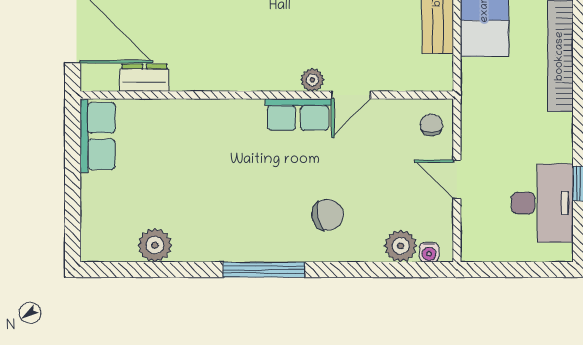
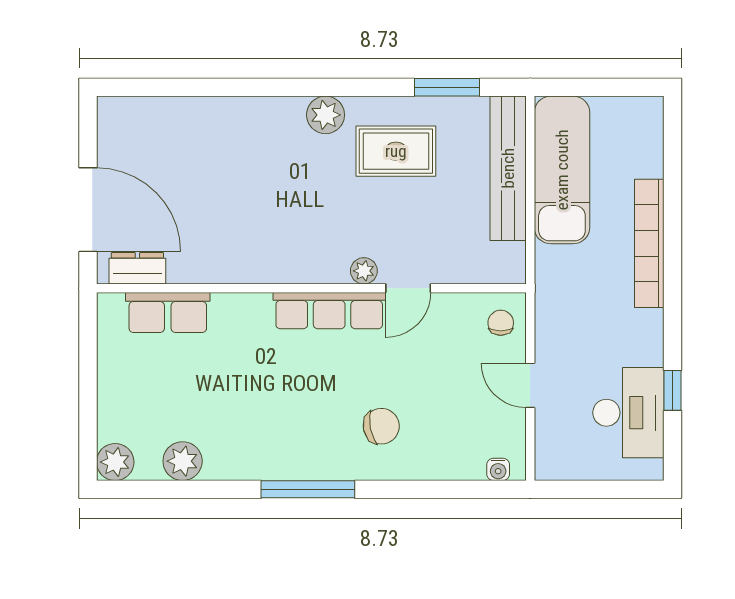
dresser: (144, 78) -> (137, 268), moved
row of seats: (298, 114) -> (329, 311), width x1.48
row of seats: (98, 136) -> (168, 313), moved, turned 90
plant: (401, 246) -> (115, 462), moved

